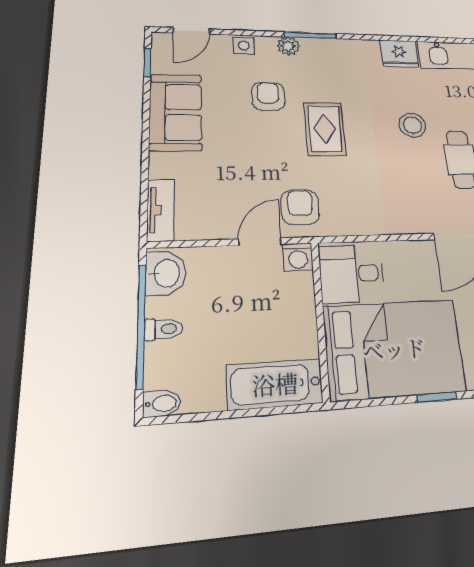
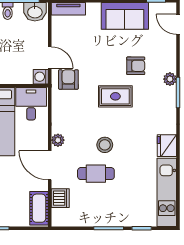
side table: (244, 46) -> (169, 53), removed
stool: (412, 125) -> (105, 145), moved
armchair: (300, 207) -> (68, 79), turned -90
plant: (413, 223) -> (58, 140), added

